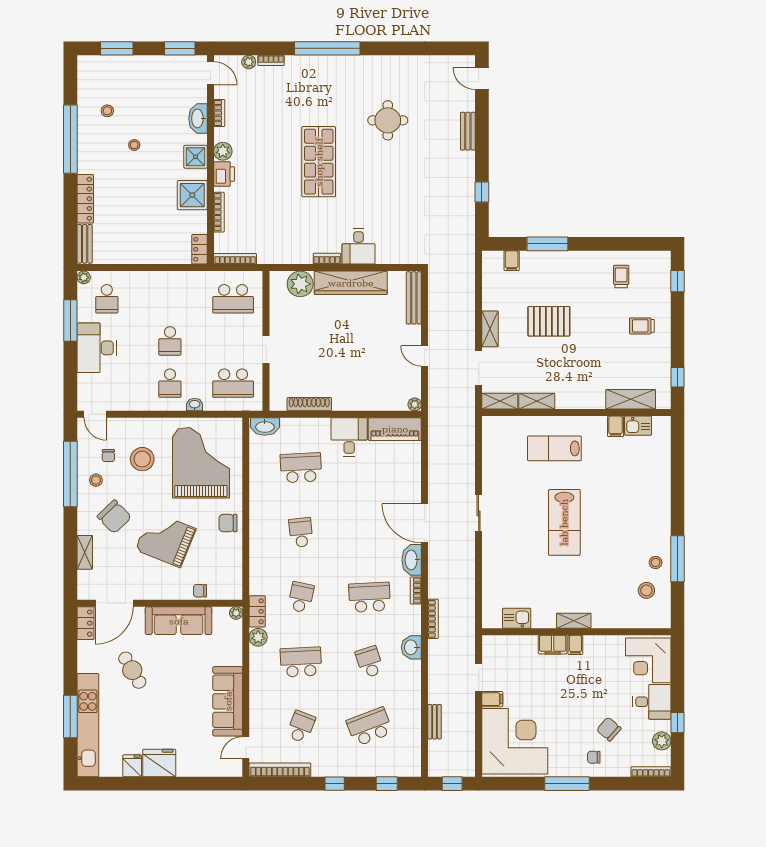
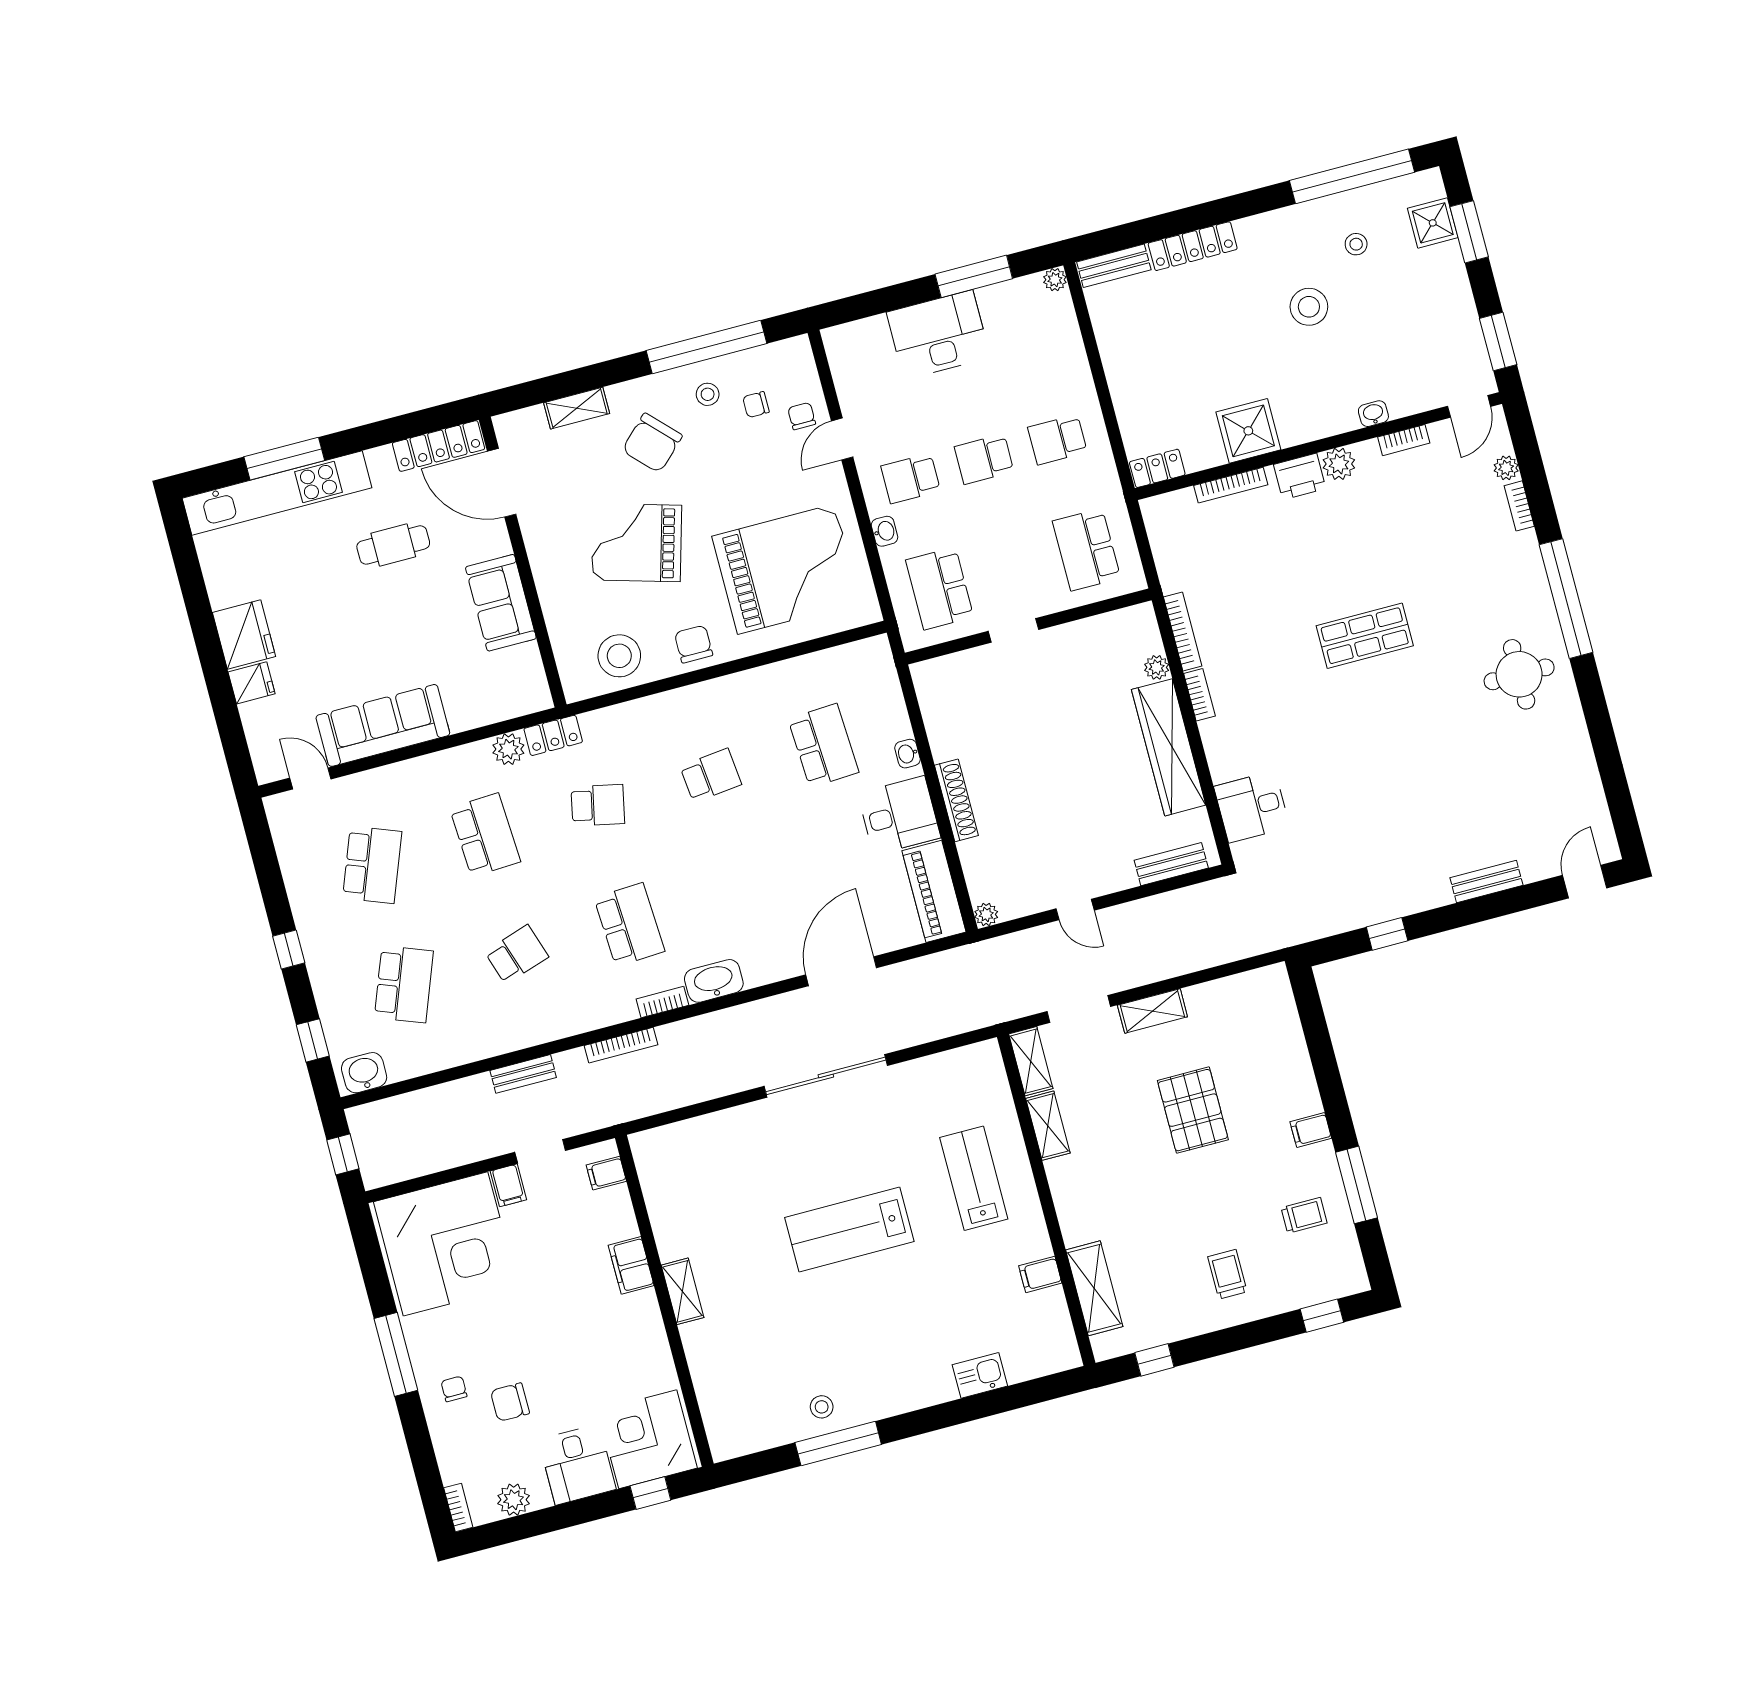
washbasin: (198, 118) -> (1373, 414), width x0.52, depth x0.69
round table: (388, 120) -> (1519, 674), moved
window: (70, 139) -> (1352, 176), moved
stool: (134, 145) -> (1309, 307), width x1.89, depth x1.89
shower: (196, 157) -> (1433, 223), moved
shop shelf: (319, 162) -> (1365, 636), width x0.70, depth x0.74
window: (547, 244) -> (1356, 1185), moved
desk: (358, 247) -> (1252, 807), moved
bookcase: (235, 259) -> (1183, 631), moved
filing cabinet: (512, 261) -> (1311, 1130), moved
plant: (300, 284) -> (1157, 667), width x0.53, depth x0.53
bench: (414, 298) -> (1171, 864), width x0.73
school desk: (107, 299) -> (1057, 440), moved
door: (425, 356) -> (1075, 909), swing flipped
shoe rack: (309, 404) -> (956, 800), moved
door: (95, 414) -> (842, 439), moved
washbasin: (265, 426) -> (908, 754), moved, width x0.52, depth x0.69
kitchen sink: (638, 426) -> (980, 1375), moved, turned 90
stool: (142, 459) -> (619, 656), moved
sliding door: (479, 513) -> (826, 1076), width x1.86
door: (425, 523) -> (841, 971), moved
grand piano: (166, 539) -> (637, 543), turned -96
stool: (646, 590) -> (769, 1404), removed
chair: (200, 591) -> (802, 416), moved
plant: (236, 613) -> (541, 699), removed
kitchen sink: (517, 618) -> (661, 1191), removed
sofa: (179, 621) -> (501, 603), width x0.73
locker: (86, 623) -> (439, 446), width x1.53
filing cabinet: (575, 645) -> (606, 1173), moved
washbasin: (411, 647) -> (364, 1073), moved
cafe table: (132, 670) -> (393, 545), turned 30
bench: (435, 722) -> (523, 1074), moved
window: (678, 723) -> (650, 1493), moved
school desk: (301, 727) -> (372, 865), width x1.85
school desk: (369, 727) -> (404, 984), turned 42
chair: (609, 729) -> (510, 1402), turned -131
fridge: (132, 766) -> (252, 683), moved
bookcase: (280, 770) -> (288, 848), removed
bookcase: (651, 772) -> (458, 1508), width x0.64

